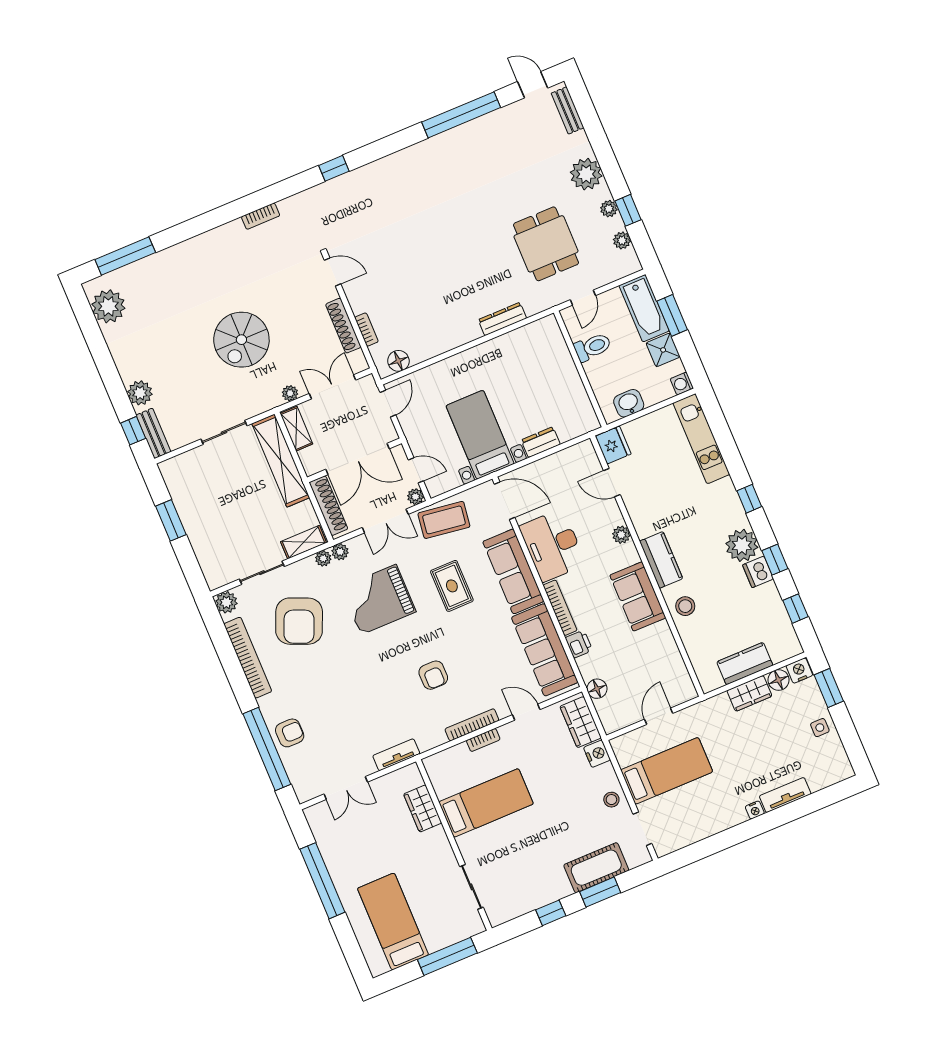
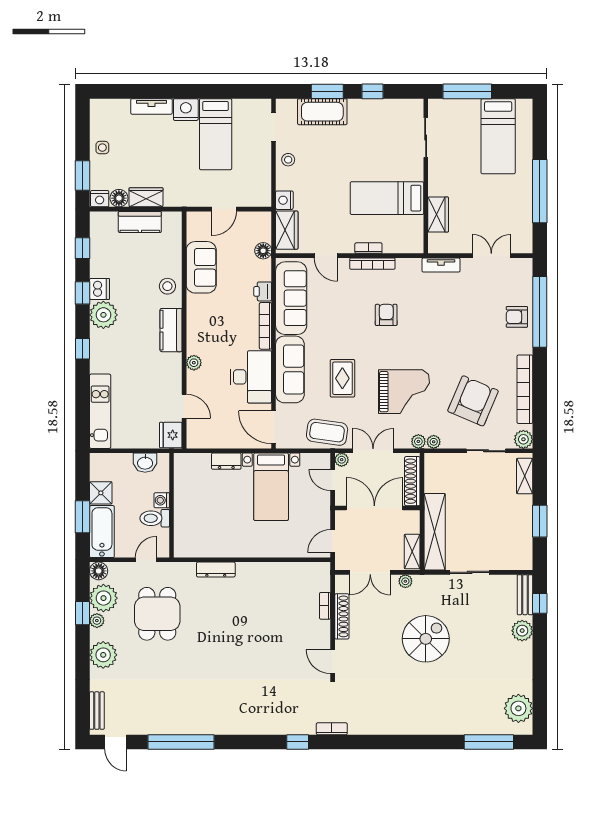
bookcase: (261, 216) -> (332, 729), moved
plant: (622, 240) -> (103, 598), width x1.88, depth x1.88
floor lamp: (398, 361) -> (99, 571), moved
washing machine: (682, 384) -> (162, 500), moved, turned 180
shelving: (304, 542) -> (525, 476), moved, turned 90
sofa: (638, 596) -> (201, 267), moved
bed: (667, 771) -> (216, 134), moved, turned -90
nightstand: (755, 810) -> (186, 110), width x1.89, depth x1.79

